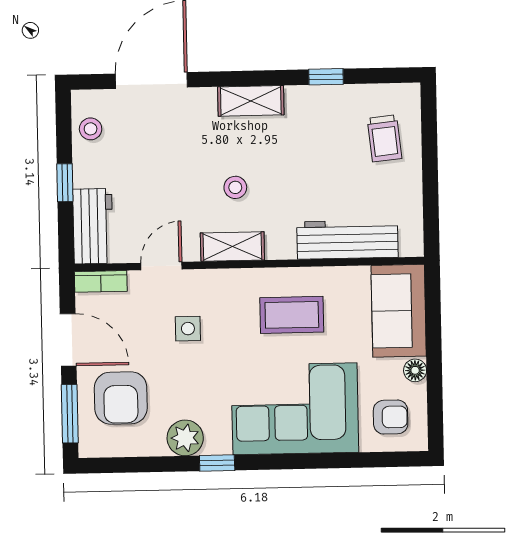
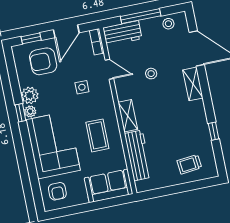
shelving: (251, 101) -> (193, 84), moved
window: (65, 183) -> (141, 16), width x2.17
stool: (235, 187) -> (151, 74), moved
shelving: (232, 247) -> (128, 116), moved
floor lamp: (415, 370) -> (82, 199), removed
window: (70, 414) -> (31, 38), width x0.67
plant: (218, 443) -> (30, 111), added

